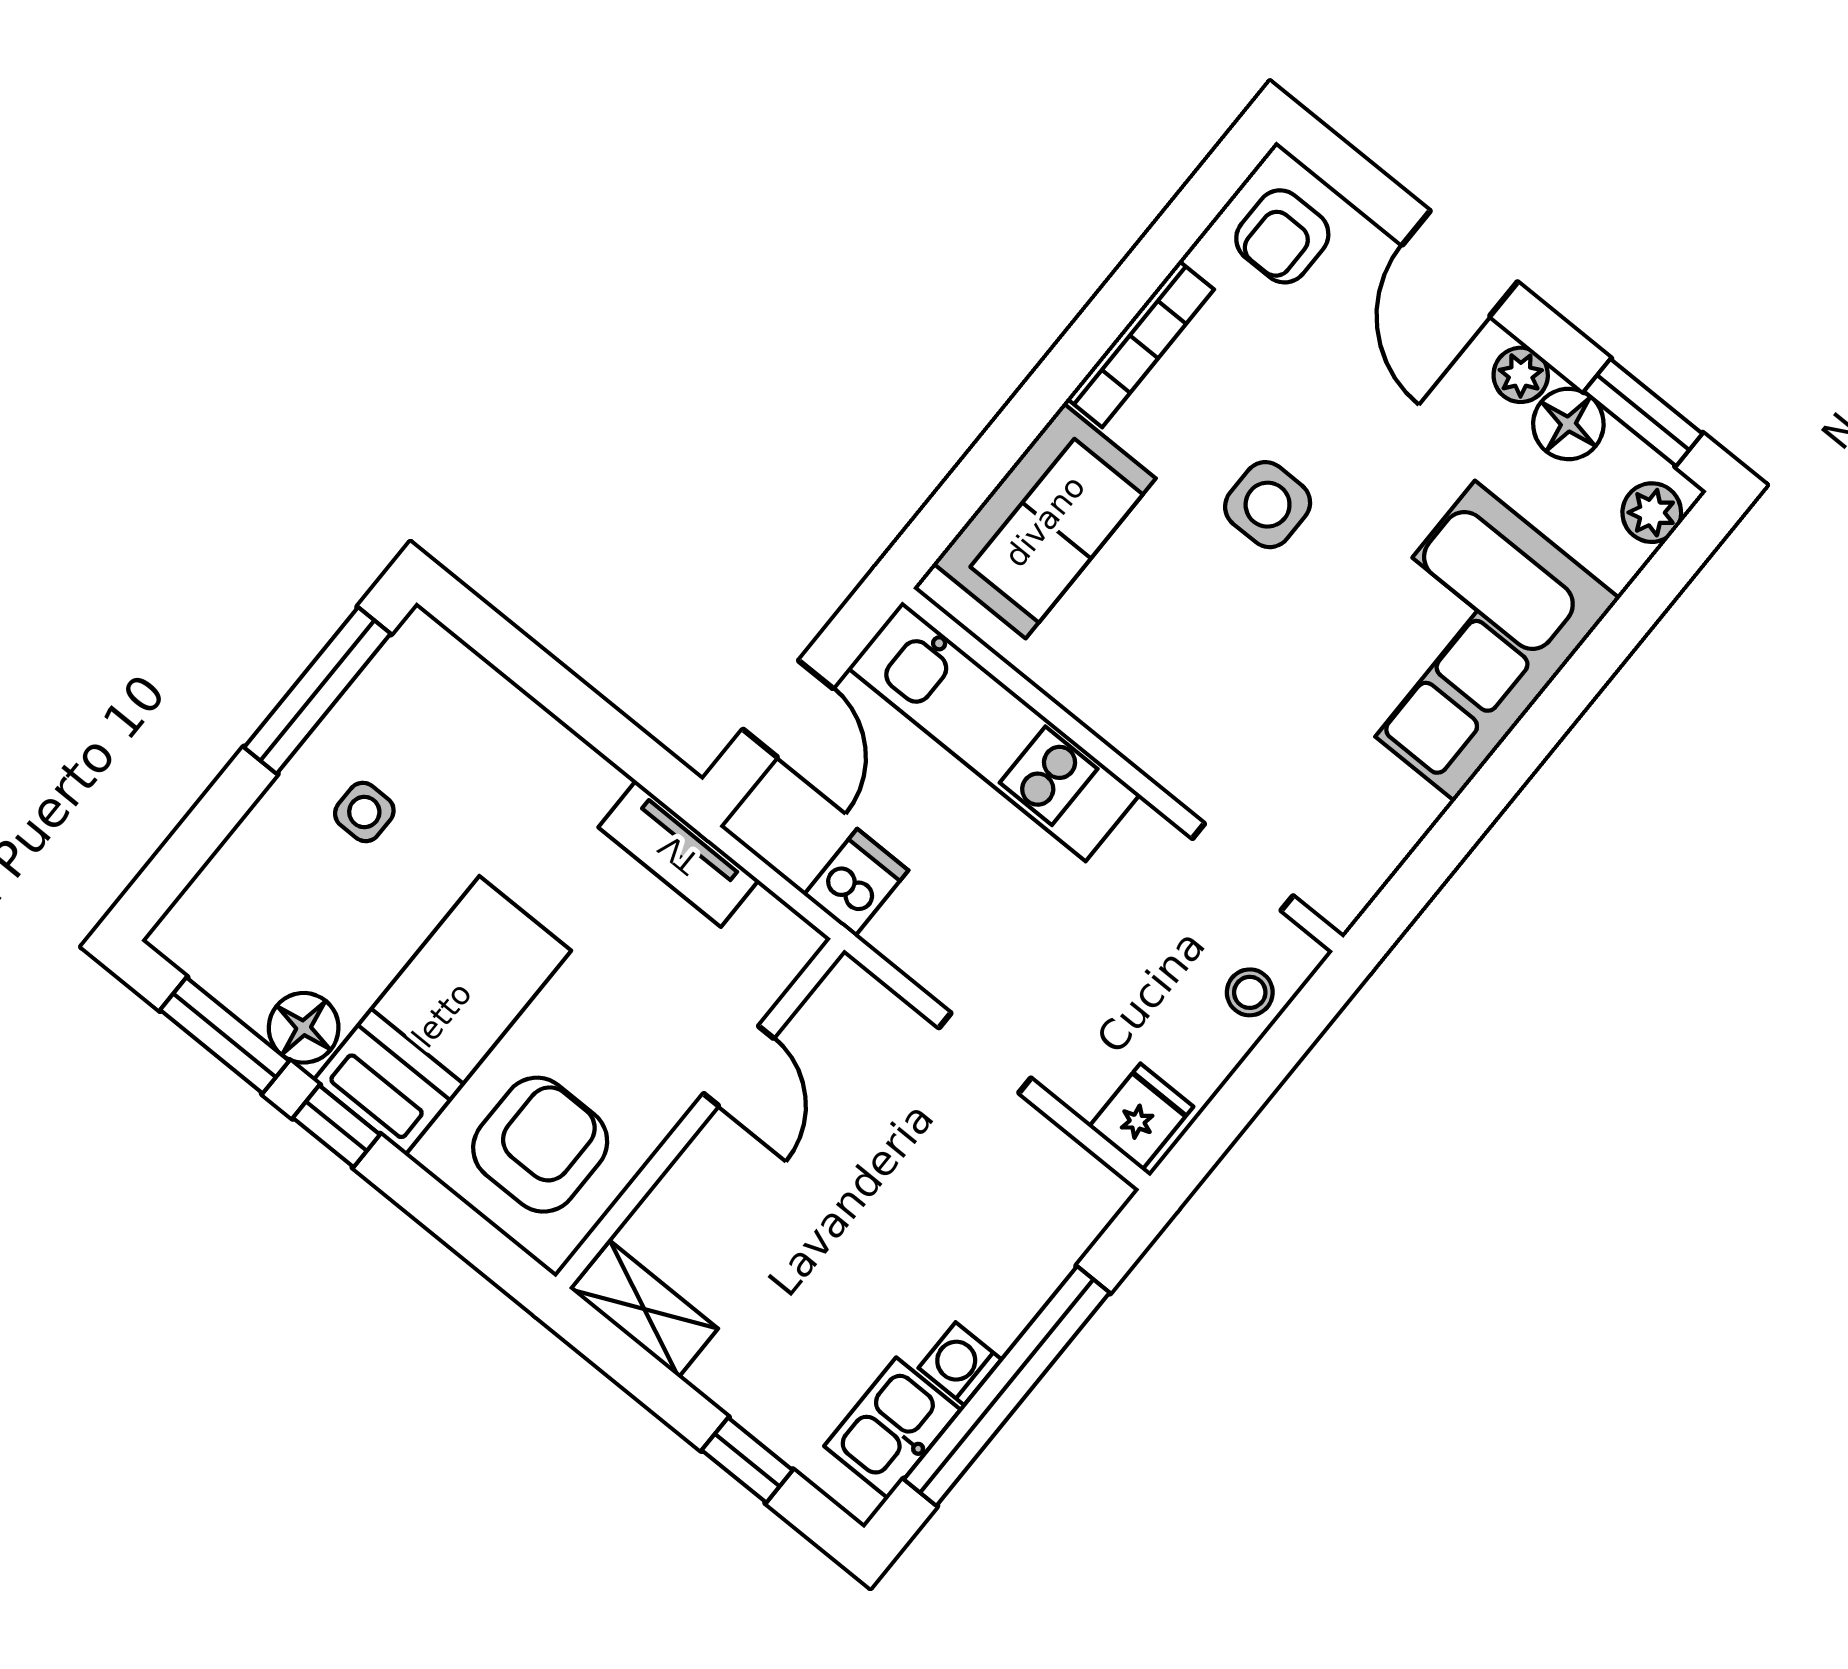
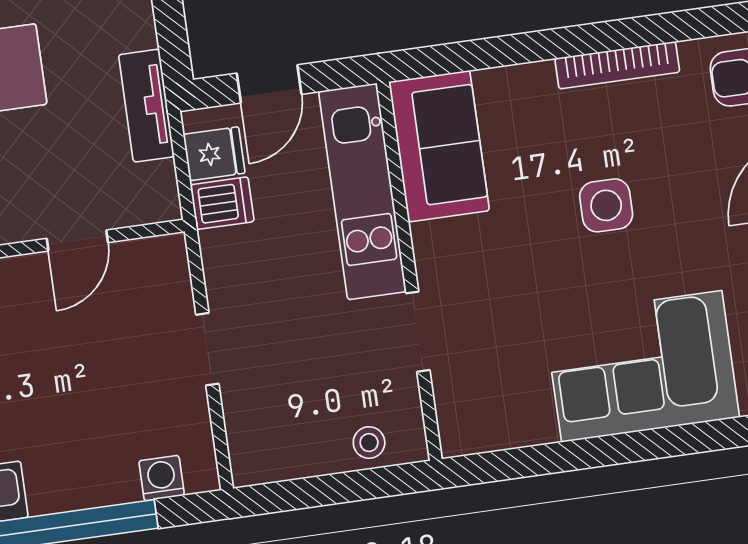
sofa: (1045, 521) -> (439, 146), moved, turned -90
doorway: (1243, 867) -> (418, 332), moved
fridge: (1141, 1117) -> (214, 154), moved
washing machine: (960, 1364) -> (162, 478), moved

